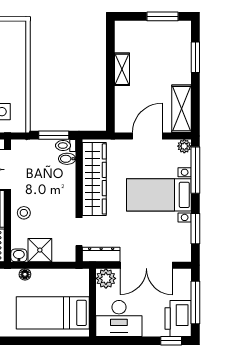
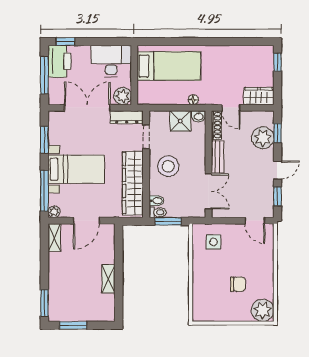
window: (195, 57) -> (44, 303), moved
shelving: (181, 109) -> (54, 237), width x0.67, depth x0.75
stool: (24, 213) -> (168, 166), moved, width x1.89, depth x1.89

